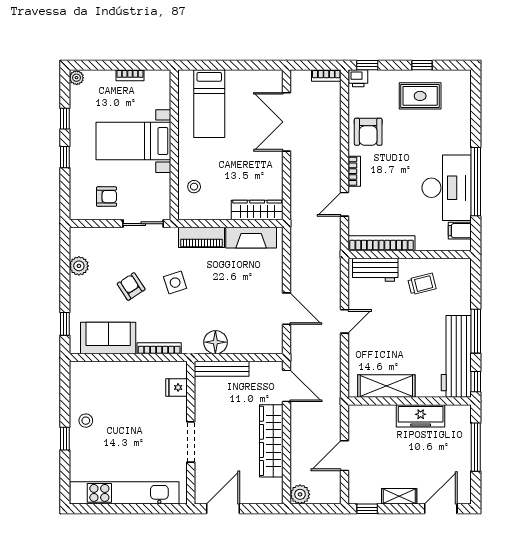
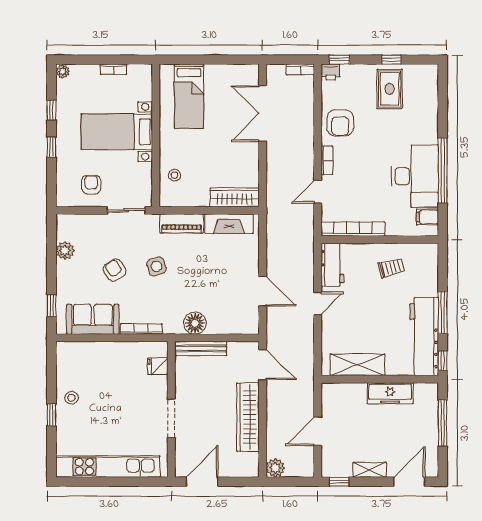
rug: (420, 96) -> (390, 89), turned 90
armchair: (107, 197) -> (91, 185), turned -90
workbench: (375, 270) -> (332, 265), moved, turned -90

